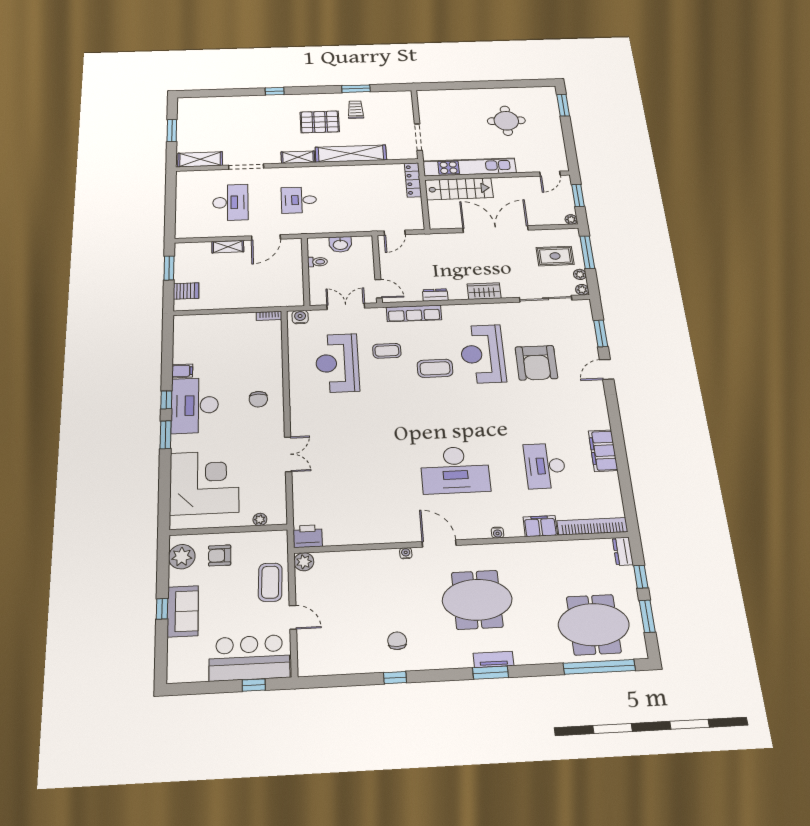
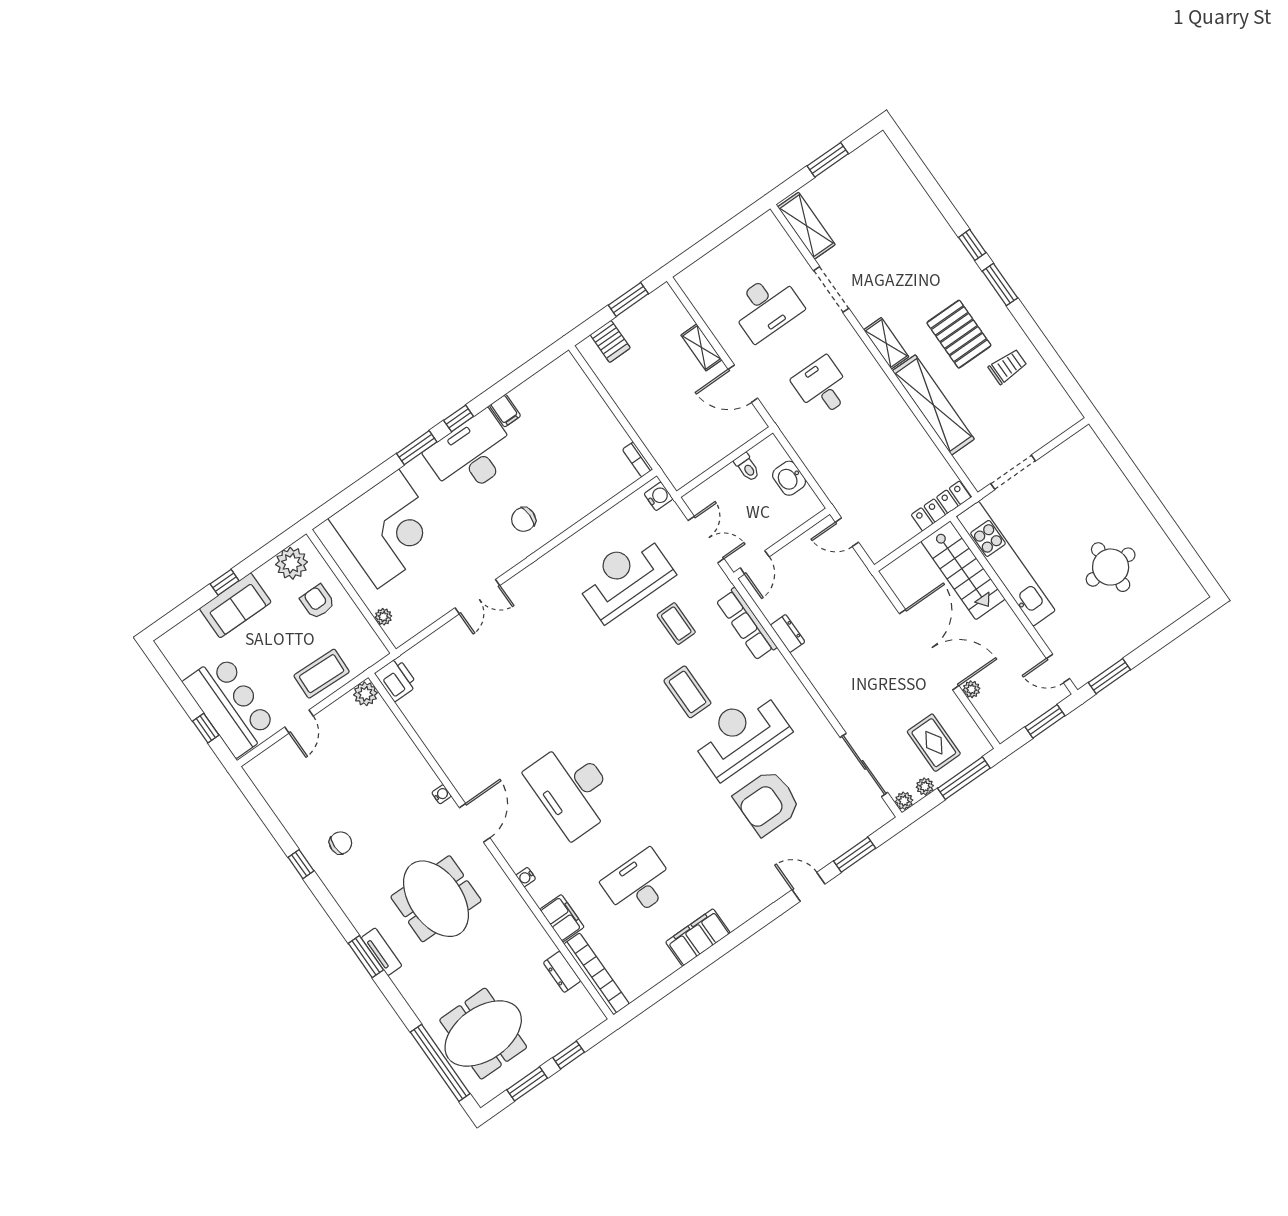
window: (356, 89) -> (1000, 284), moved
window: (563, 105) -> (1109, 676), moved
plant: (571, 219) -> (971, 689), moved
wardrobe: (484, 291) -> (829, 687), removed
dresser: (623, 551) -> (562, 972), moved, turned -90
meeting table: (594, 625) -> (483, 1034), turned 90

